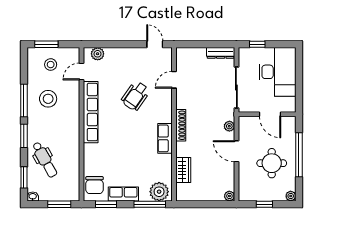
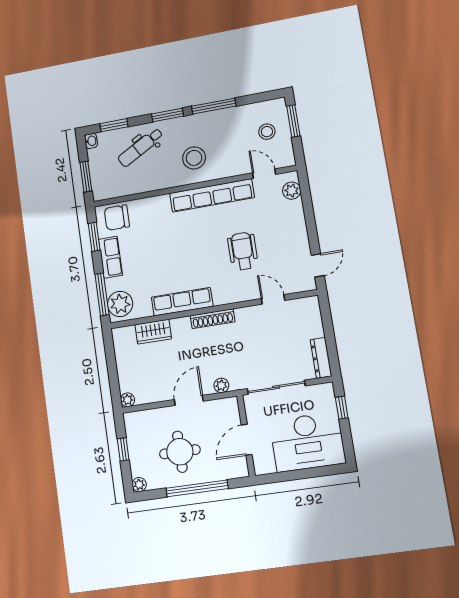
wheelchair: (136, 96) -> (243, 251), turned 55
stool: (48, 99) -> (194, 158), moved
row of seats: (165, 138) -> (182, 302), width x1.48

